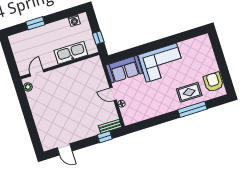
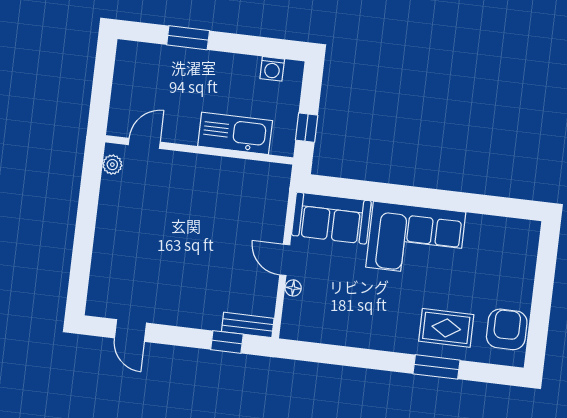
window: (192, 109) -> (436, 367), width x0.69

